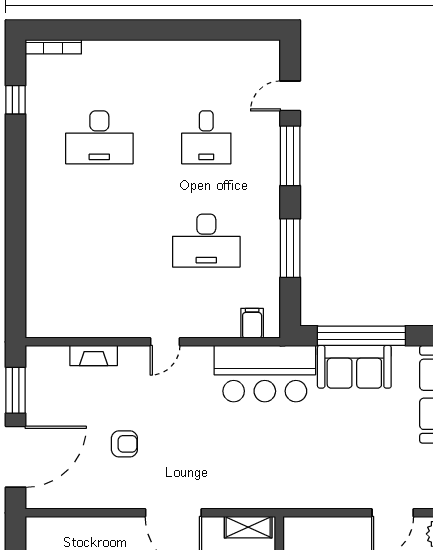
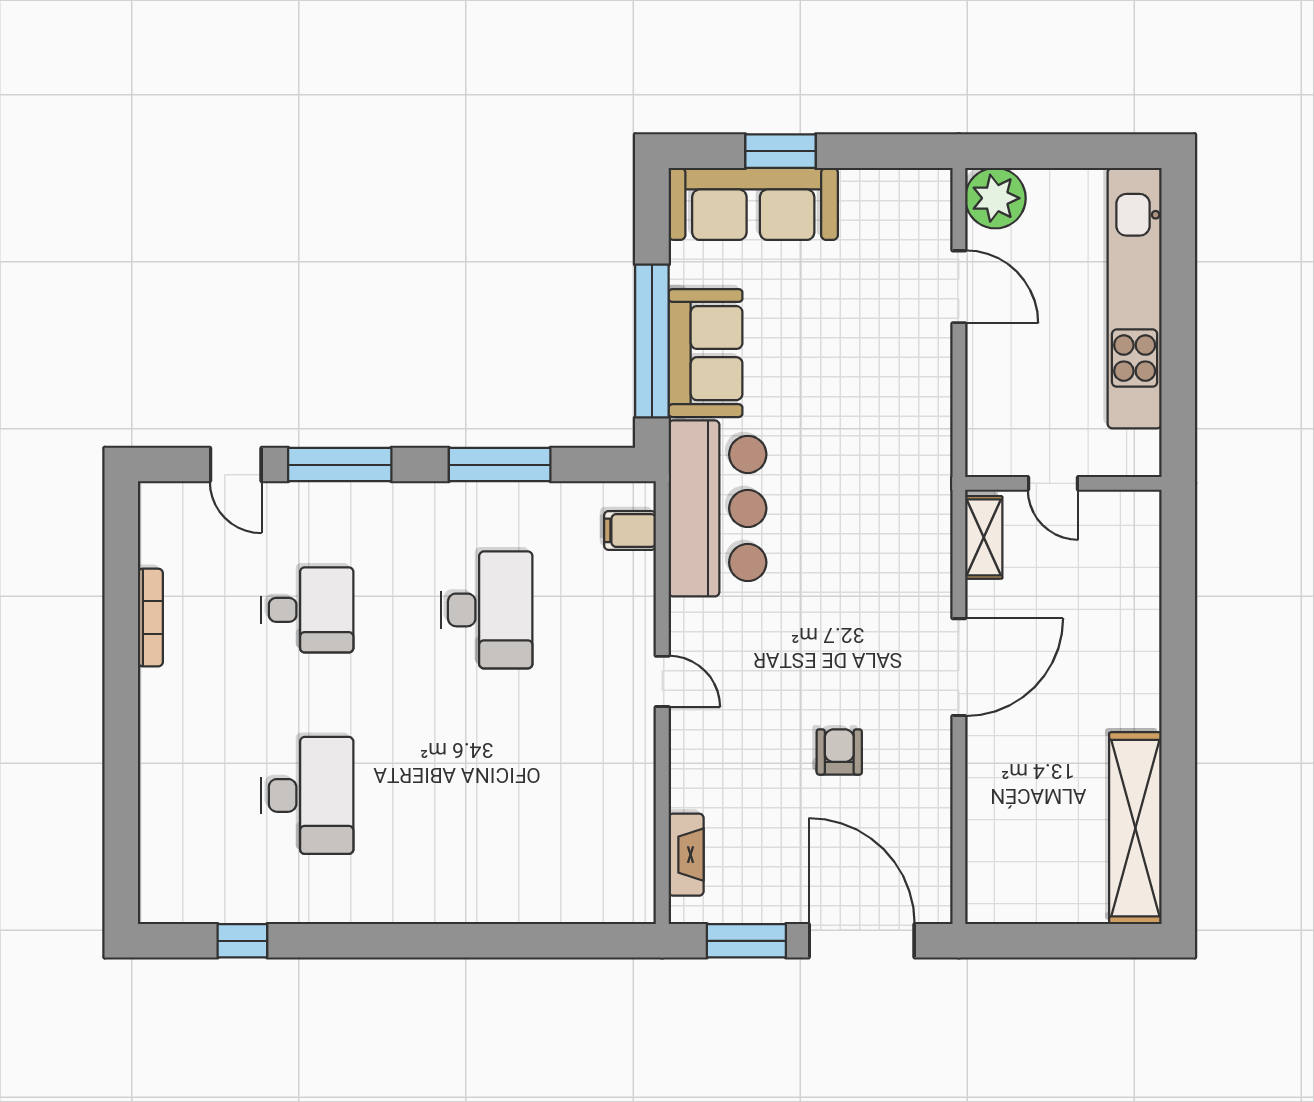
bookcase: (53, 47) -> (150, 618), moved
fireplace: (94, 356) -> (686, 855), moved

